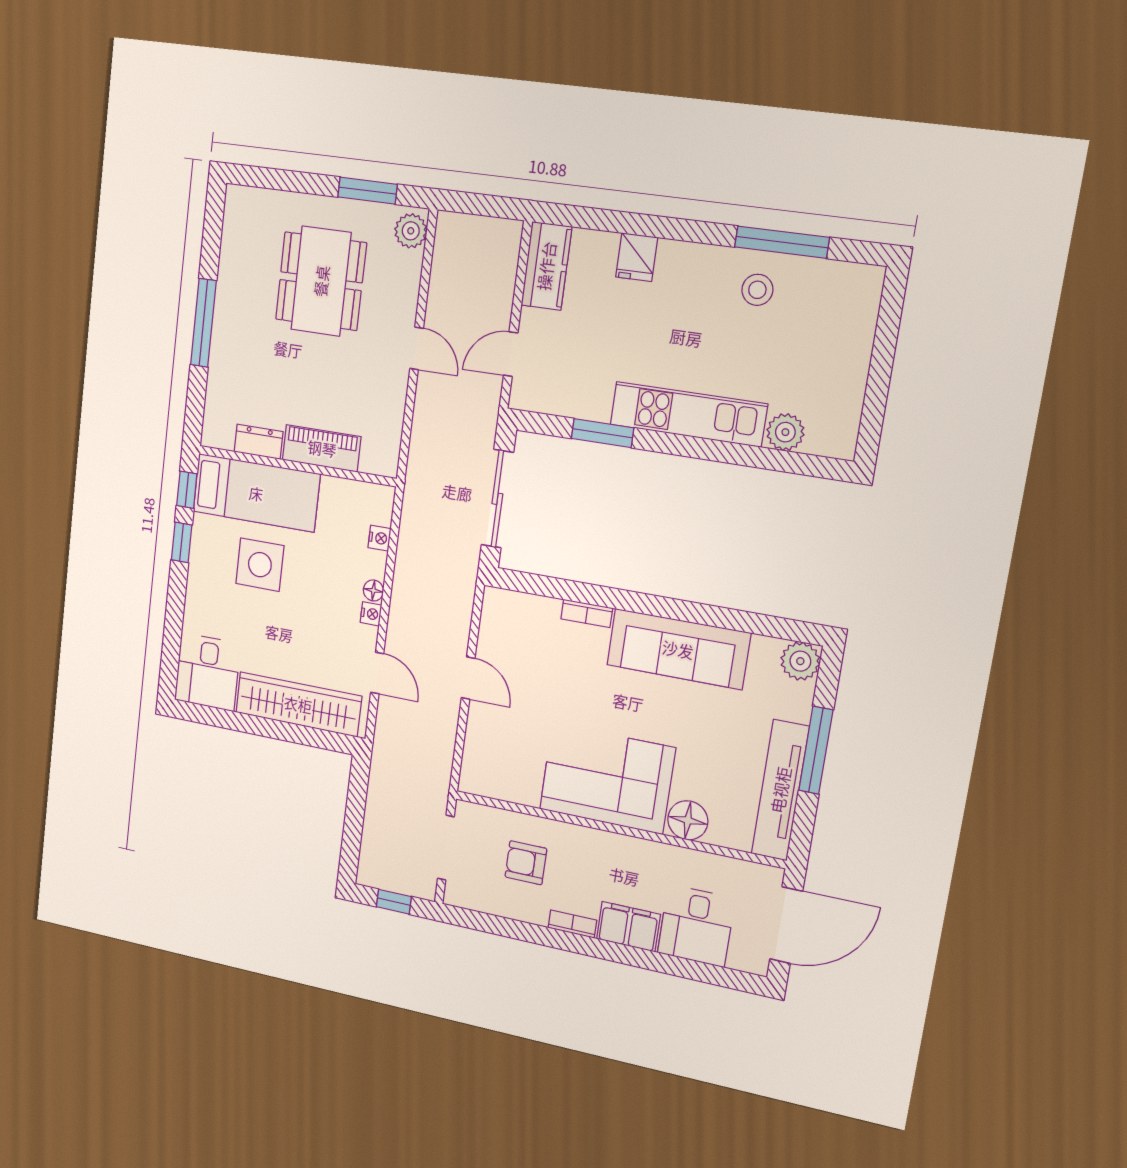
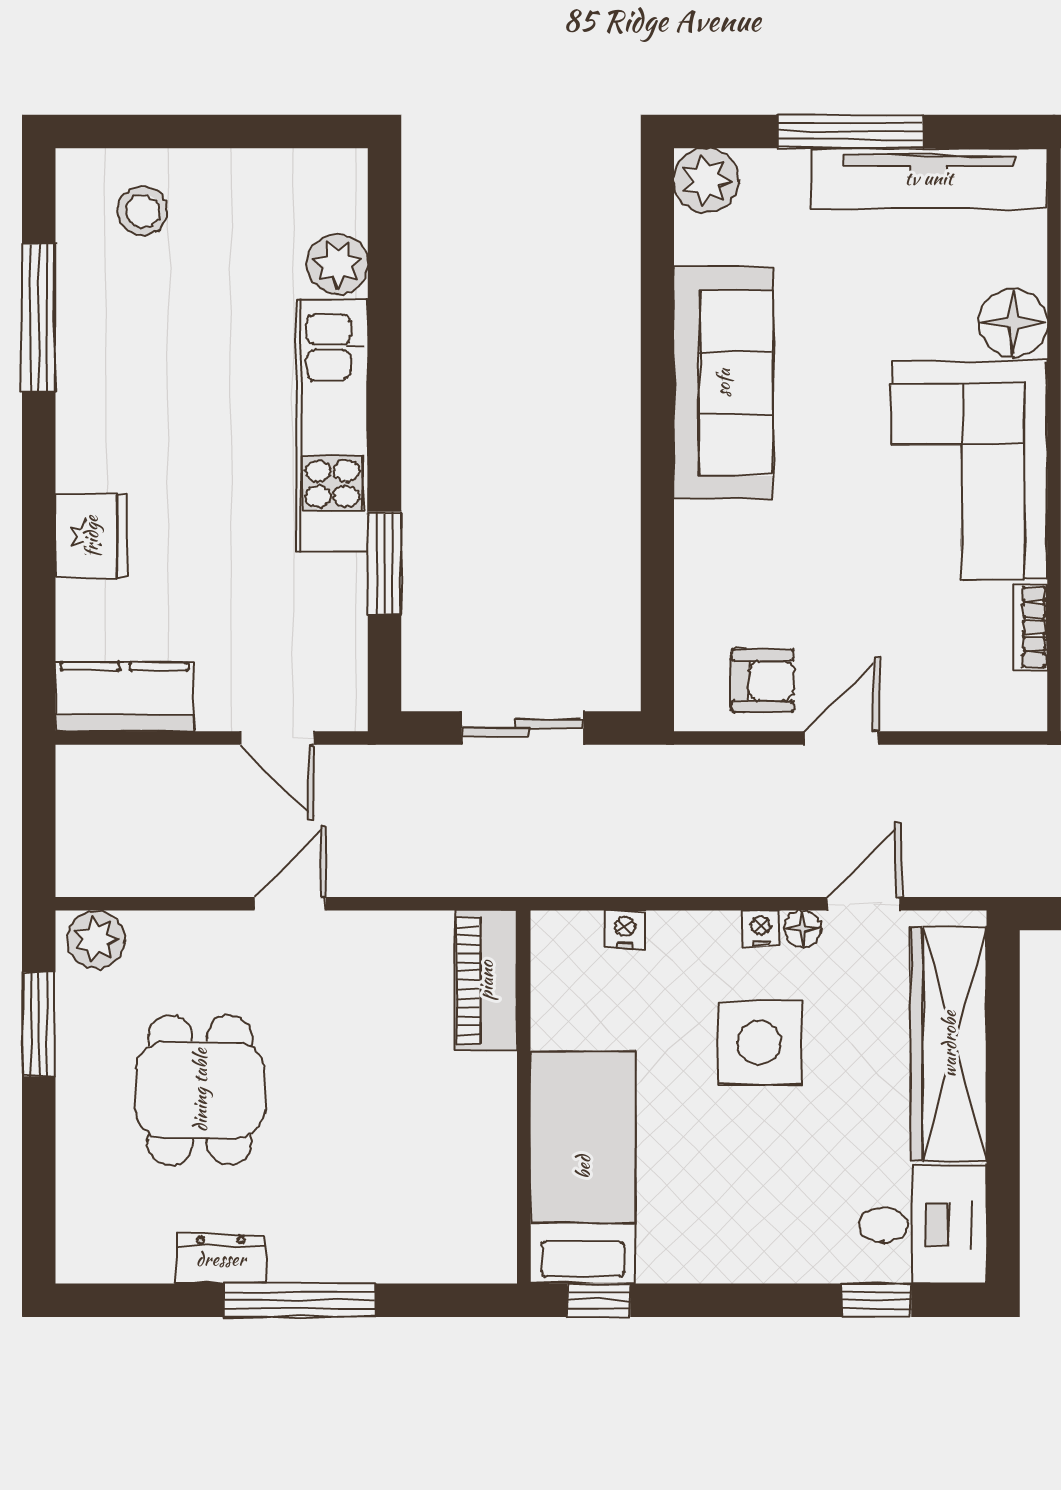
fridge: (637, 257) -> (91, 536), width x1.38
dining table: (321, 281) -> (200, 1090), width x0.73
stool: (757, 290) -> (143, 211), moved
dresser: (259, 442) -> (221, 1259), moved, turned 90
piano: (322, 448) -> (486, 980), moved
sliding door: (497, 499) -> (523, 728), width x0.73
window: (182, 543) -> (877, 1300), moved
side table: (260, 565) -> (759, 1043), moved
floor lamp: (373, 590) -> (803, 929), moved
bookcase: (587, 613) -> (1030, 627), moved, turned 180
armchair: (506, 640) -> (763, 681), added

